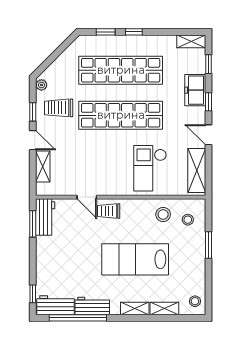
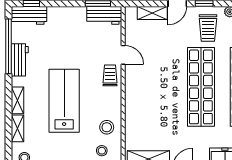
trolley: (59, 108) -> (208, 28), turned 180
checkout: (150, 168) -> (151, 115), removed
door: (87, 197) -> (123, 55), swing flipped
workbench: (55, 305) -> (29, 15), moved, turned 90

